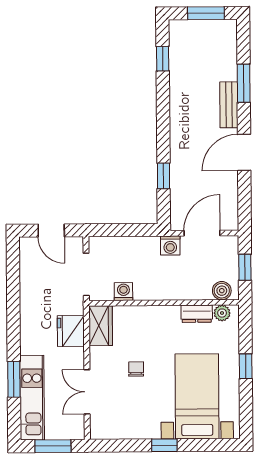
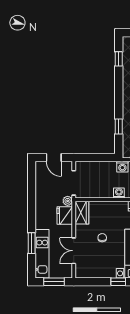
washing machine: (123, 292) -> (119, 193), moved
plant: (76, 306) -> (68, 201), added

